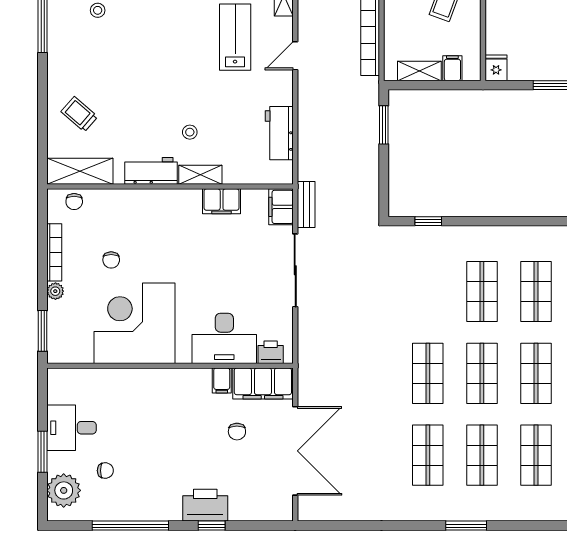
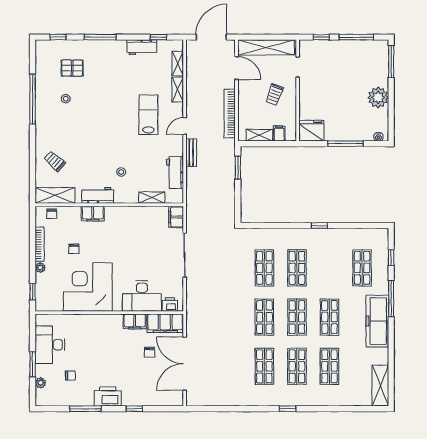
fridge: (496, 68) -> (311, 131), width x1.88, depth x1.34
shelving: (200, 175) -> (152, 198), moved
filing cabinet: (222, 201) -> (93, 214), moved
bench: (306, 204) -> (191, 153), moved
window: (428, 221) -> (319, 226), moved
shop shelf: (536, 292) -> (264, 268), moved
window: (43, 331) -> (33, 292), width x0.67
filing cabinet: (222, 380) -> (135, 321), width x2.00
desk: (71, 428) -> (50, 345), width x1.37
double door: (295, 451) -> (185, 364), swing flipped
plant: (64, 490) -> (41, 383), width x0.53, depth x0.53
printer: (205, 505) -> (108, 396), moved
window: (130, 526) -> (85, 409), width x0.68
window: (466, 526) -> (287, 409), width x0.67

